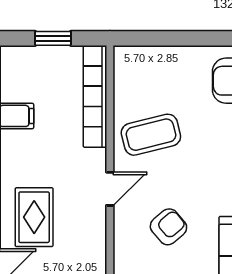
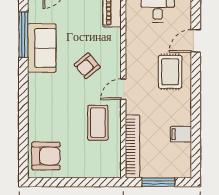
window: (53, 38) -> (158, 182), width x1.50
coffee table: (151, 135) -> (98, 123), turned -76

